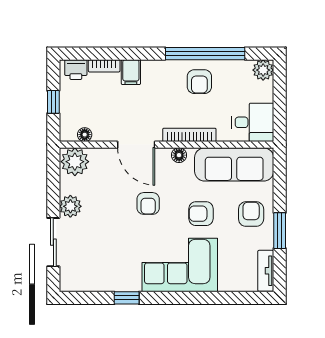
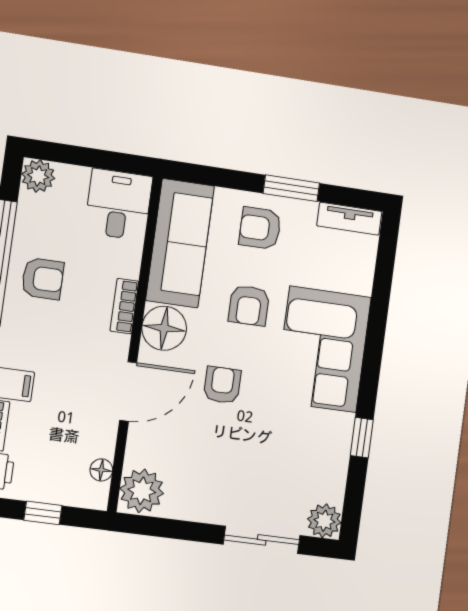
bookcase: (189, 135) -> (124, 306), width x0.64
floor lamp: (179, 155) -> (164, 328), width x1.89, depth x1.89
armchair: (148, 203) -> (222, 385), turned -90
plant: (70, 206) -> (324, 521), moved

